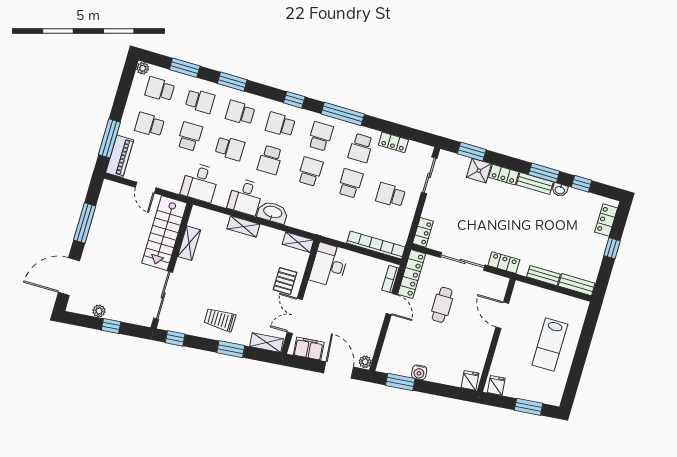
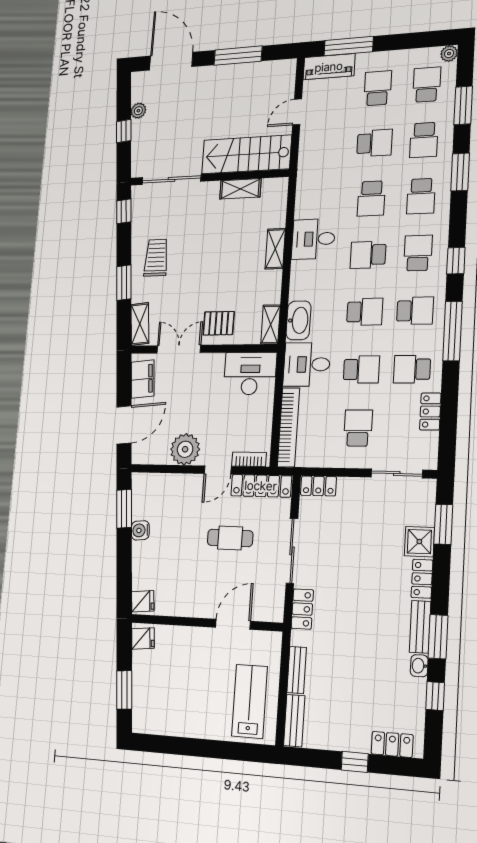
school desk: (240, 113) -> (421, 196), turned 180
desk: (200, 182) -> (307, 364), moved
washbasin: (273, 212) -> (298, 320), moved
lab bench: (550, 345) -> (250, 701), moved, turned 90
plant: (365, 362) -> (185, 449), moved, width x1.87, depth x1.87

